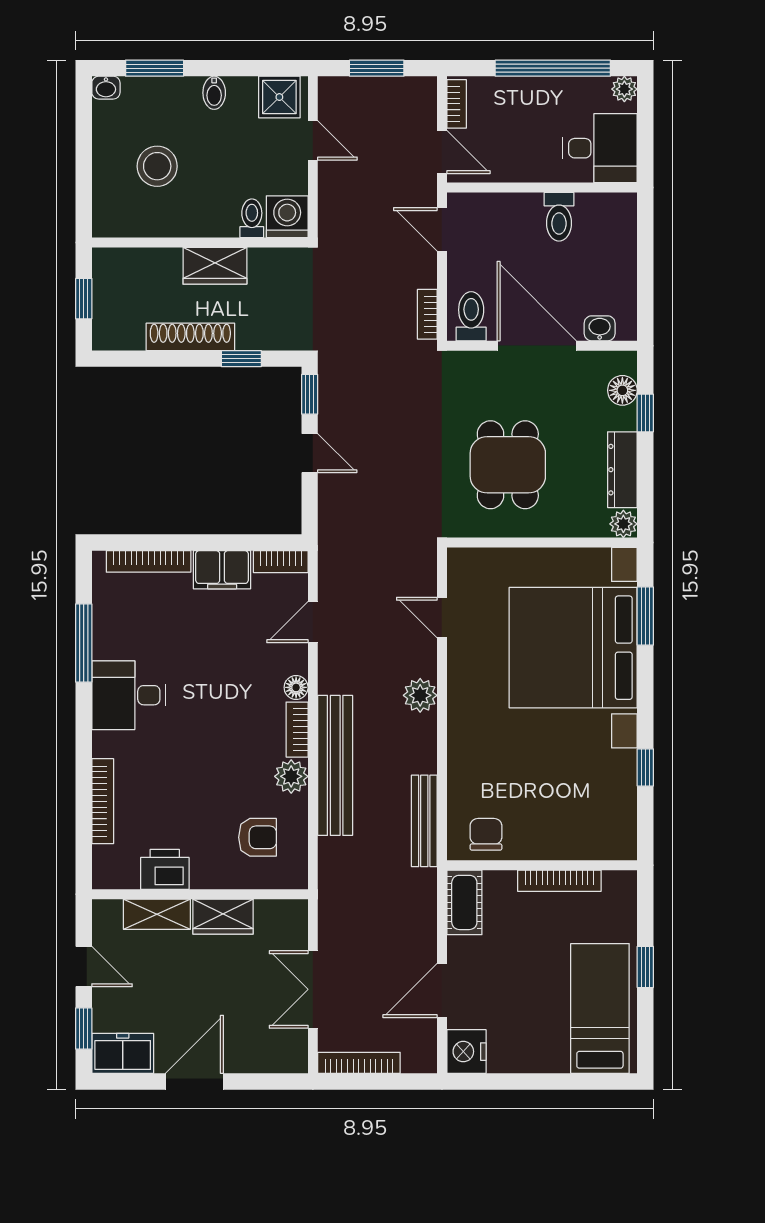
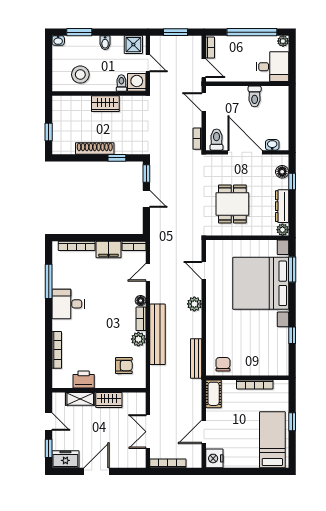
washing machine: (287, 217) -> (137, 82), moved
toilet: (252, 218) -> (121, 83), moved
wall: (200, 242) -> (99, 94), moved
wardrobe: (215, 266) -> (105, 104), moved

